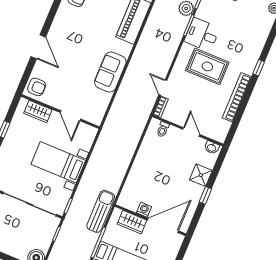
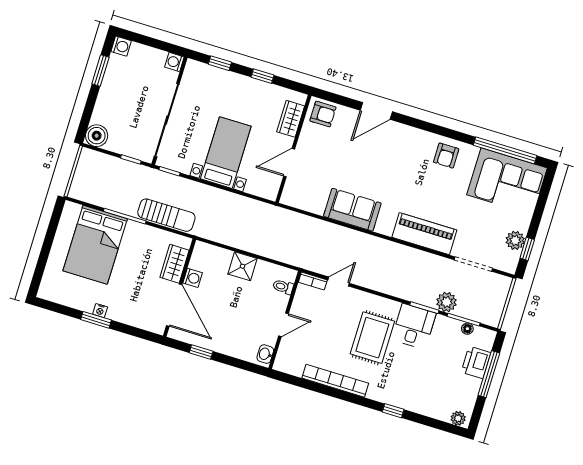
window: (259, 68) -> (393, 411), moved
armchair: (37, 87) -> (323, 114), turned -90
shower: (201, 175) -> (242, 266), moved
washing machine: (144, 210) -> (193, 278), moved
wall: (150, 220) -> (180, 288), moved
wardrobe: (132, 222) -> (174, 264), moved
door: (163, 225) -> (174, 305), moved

